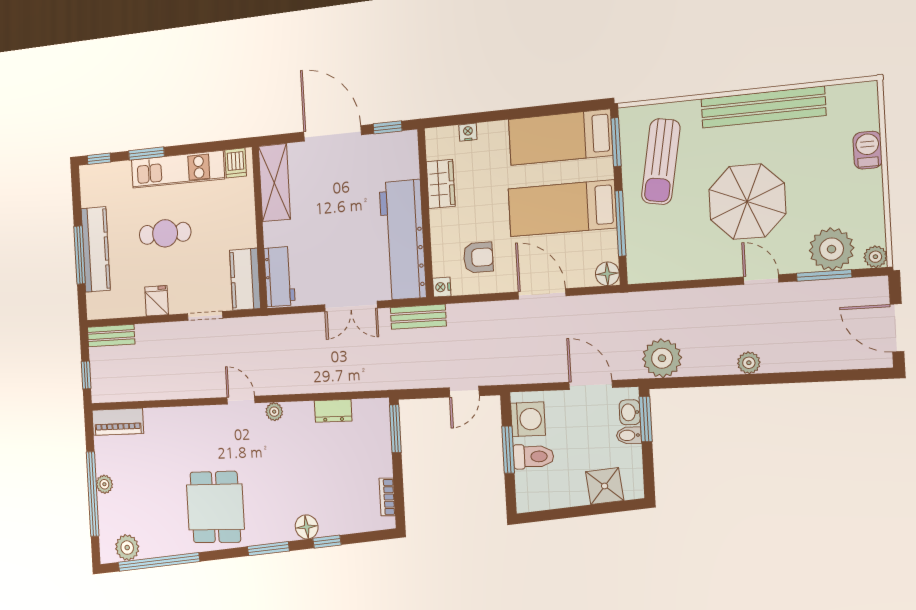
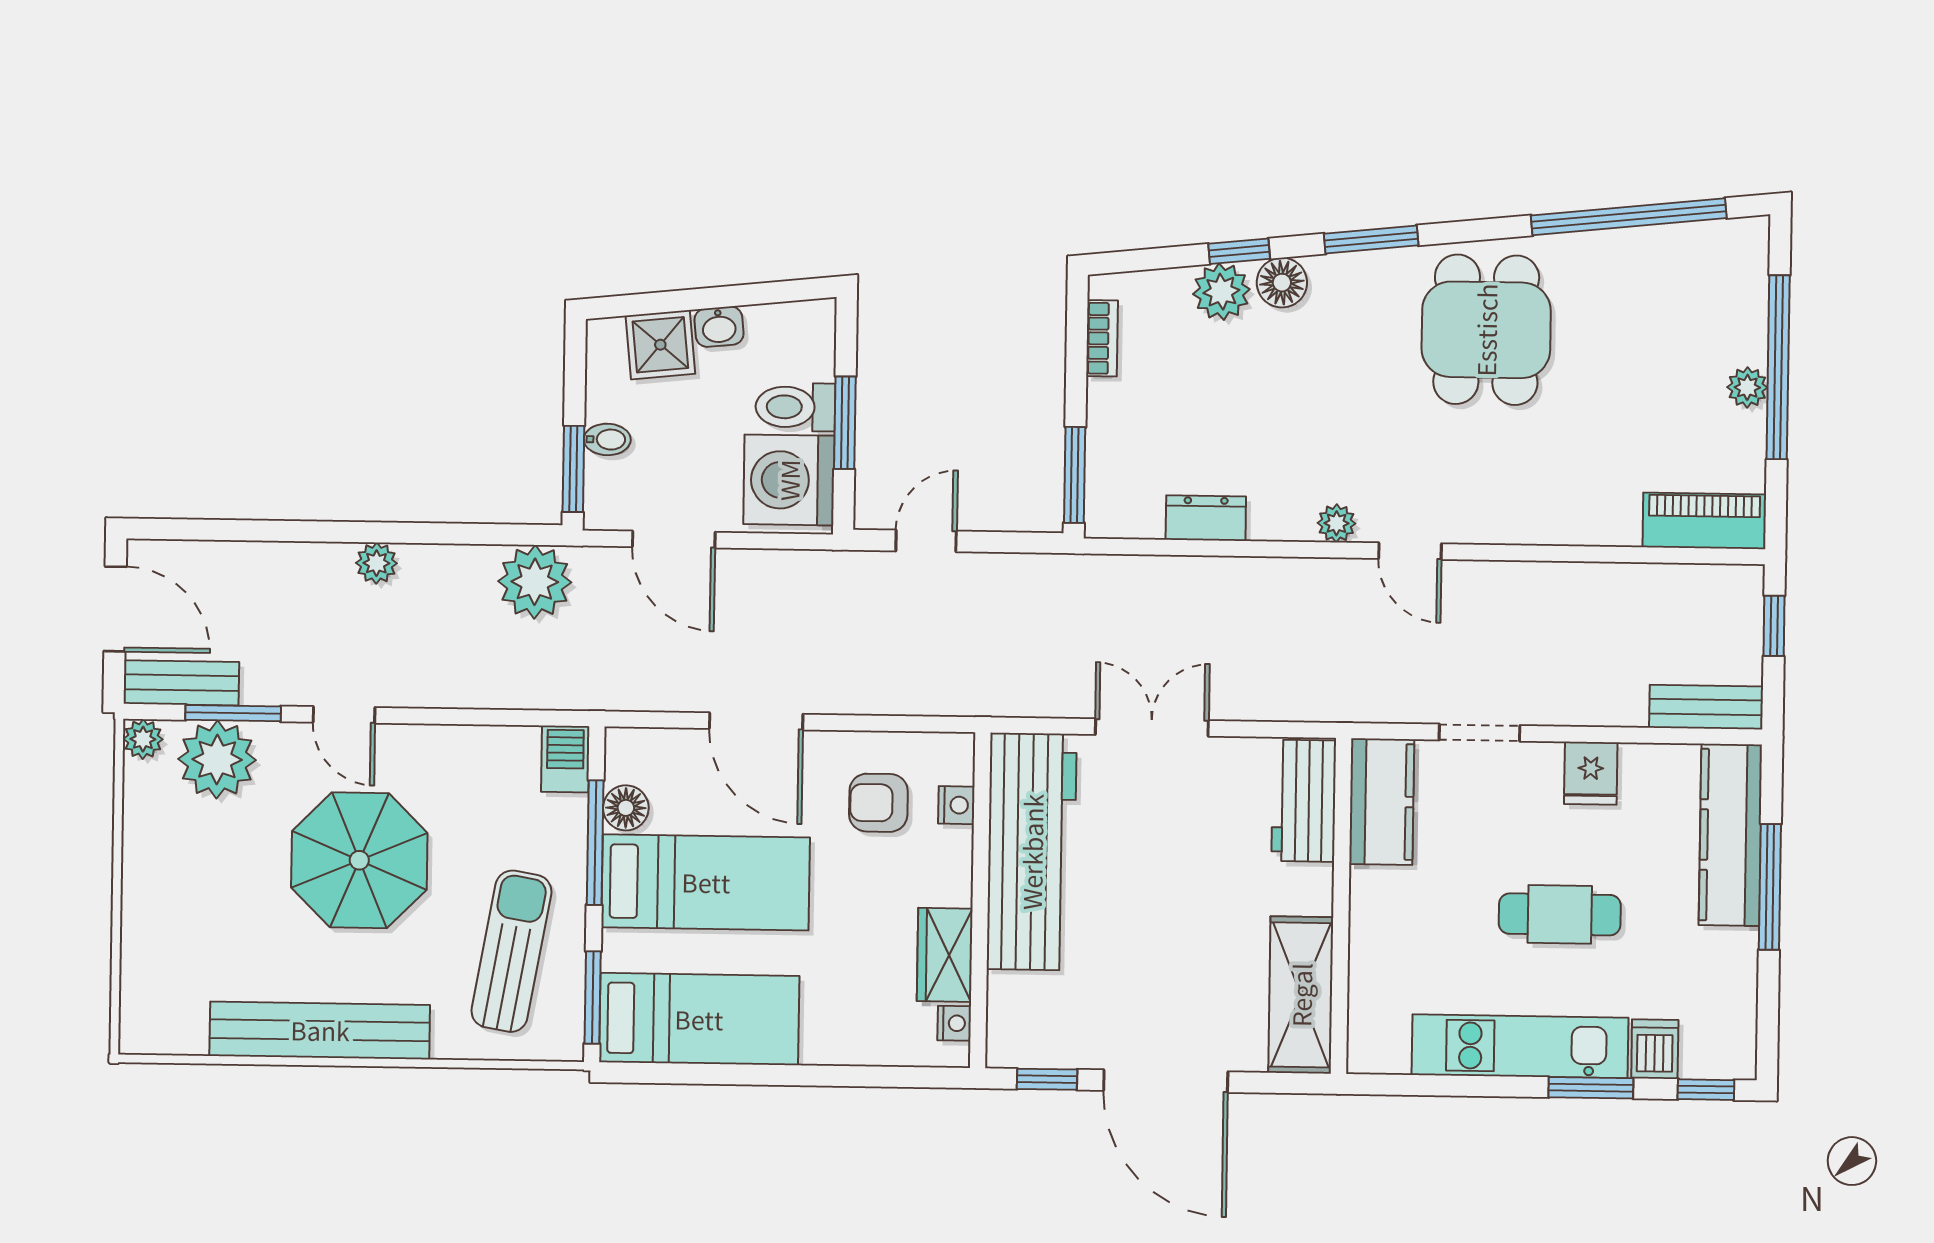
nightstand: (468, 132) -> (954, 1023), moved, turned -90
barbecue: (868, 150) -> (565, 759), moved, turned 180
dishwasher: (236, 163) -> (1655, 1049), moved
kitchen counter: (96, 249) -> (1730, 835), moved
floor lamp: (607, 274) -> (626, 808), moved
nightstand: (442, 287) -> (956, 805), moved
bench: (418, 317) -> (181, 683), moved
washbasin: (630, 412) -> (719, 327), moved, turned 84
washing machine: (528, 419) -> (789, 480), width x1.37, depth x1.37
plant: (127, 548) -> (1221, 292), moved

